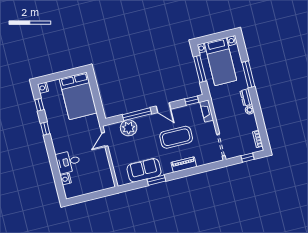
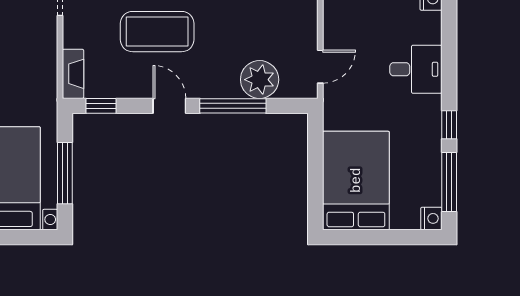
window: (39, 105) -> (449, 182), width x2.17
desk: (68, 162) -> (416, 69), moved

